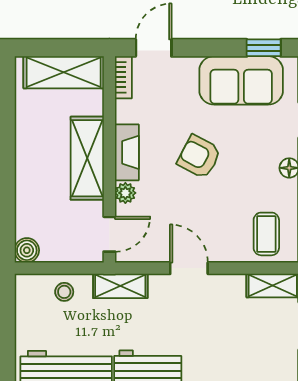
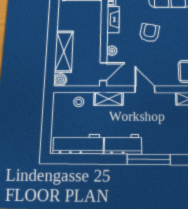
fireplace: (127, 152) -> (113, 19), moved
armchair: (199, 157) -> (149, 33), turned 73
shelving: (87, 158) -> (64, 51), moved

